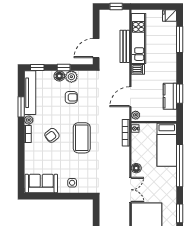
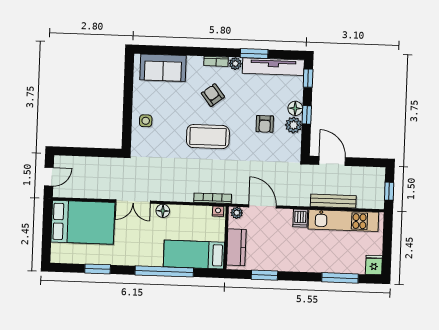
kitchen counter: (170, 96) -> (236, 247), moved, turned 90
sofa: (41, 183) -> (163, 68), moved, turned 90

